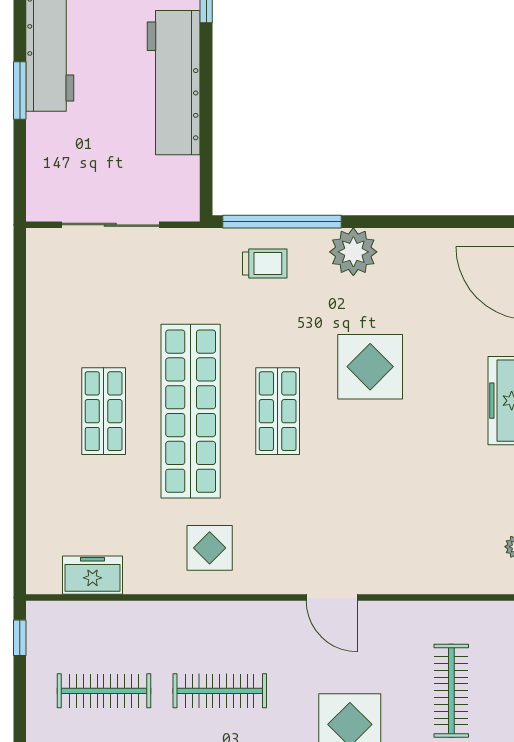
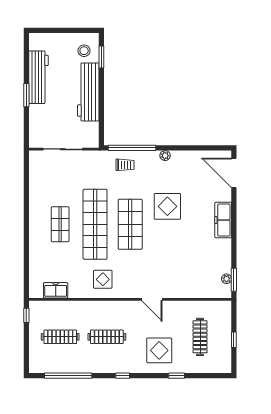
plant: (353, 252) -> (165, 156), width x0.53, depth x0.53
shop shelf: (278, 411) -> (130, 224), width x1.43, depth x1.36

